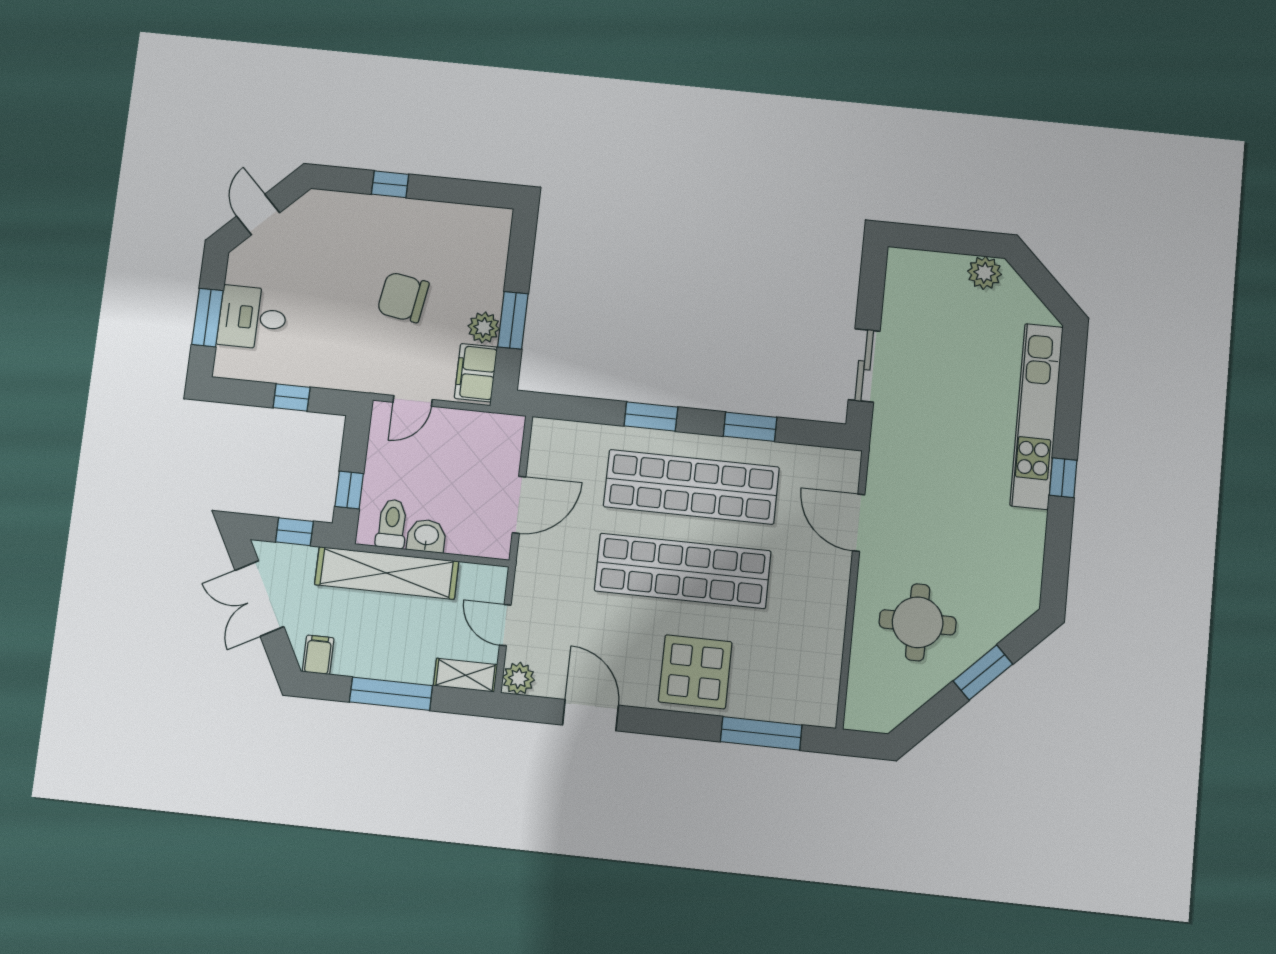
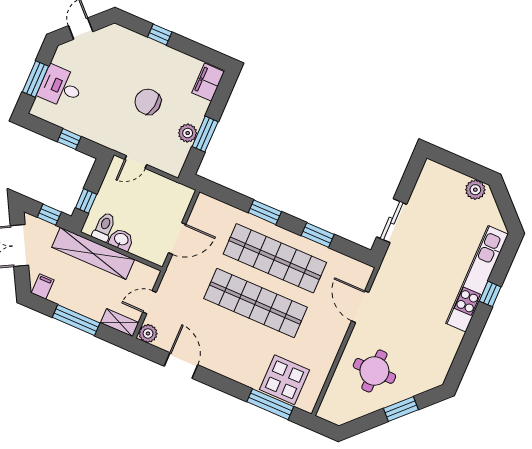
filing cabinet: (476, 373) -> (208, 82), moved
window: (1063, 478) -> (490, 294), moved
door: (505, 625) -> (150, 302), hinge flipped
display table: (695, 672) -> (284, 380), moved

